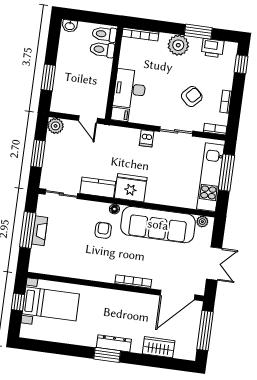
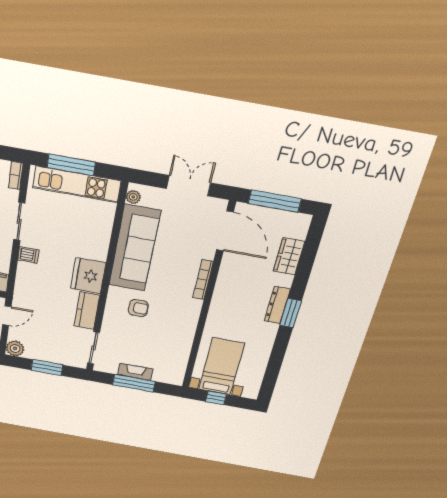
floor lamp: (114, 209) -> (113, 295), removed
armchair: (103, 230) -> (138, 308), turned 180

